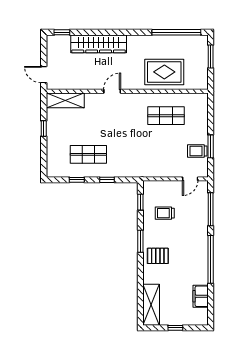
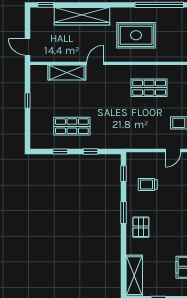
rug: (164, 72) -> (136, 35), moved
shelving: (65, 100) -> (67, 73), moved
pallet: (158, 256) -> (141, 227), turned 90

